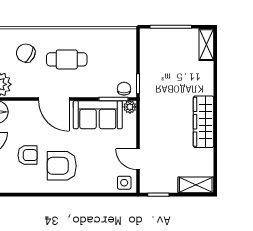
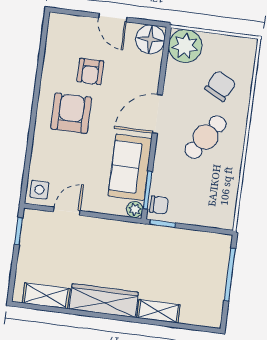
shelving: (206, 45) -> (158, 311), moved
cafe table: (67, 59) -> (206, 137), turned 35
shelving: (196, 185) -> (46, 296), moved, turned 90

